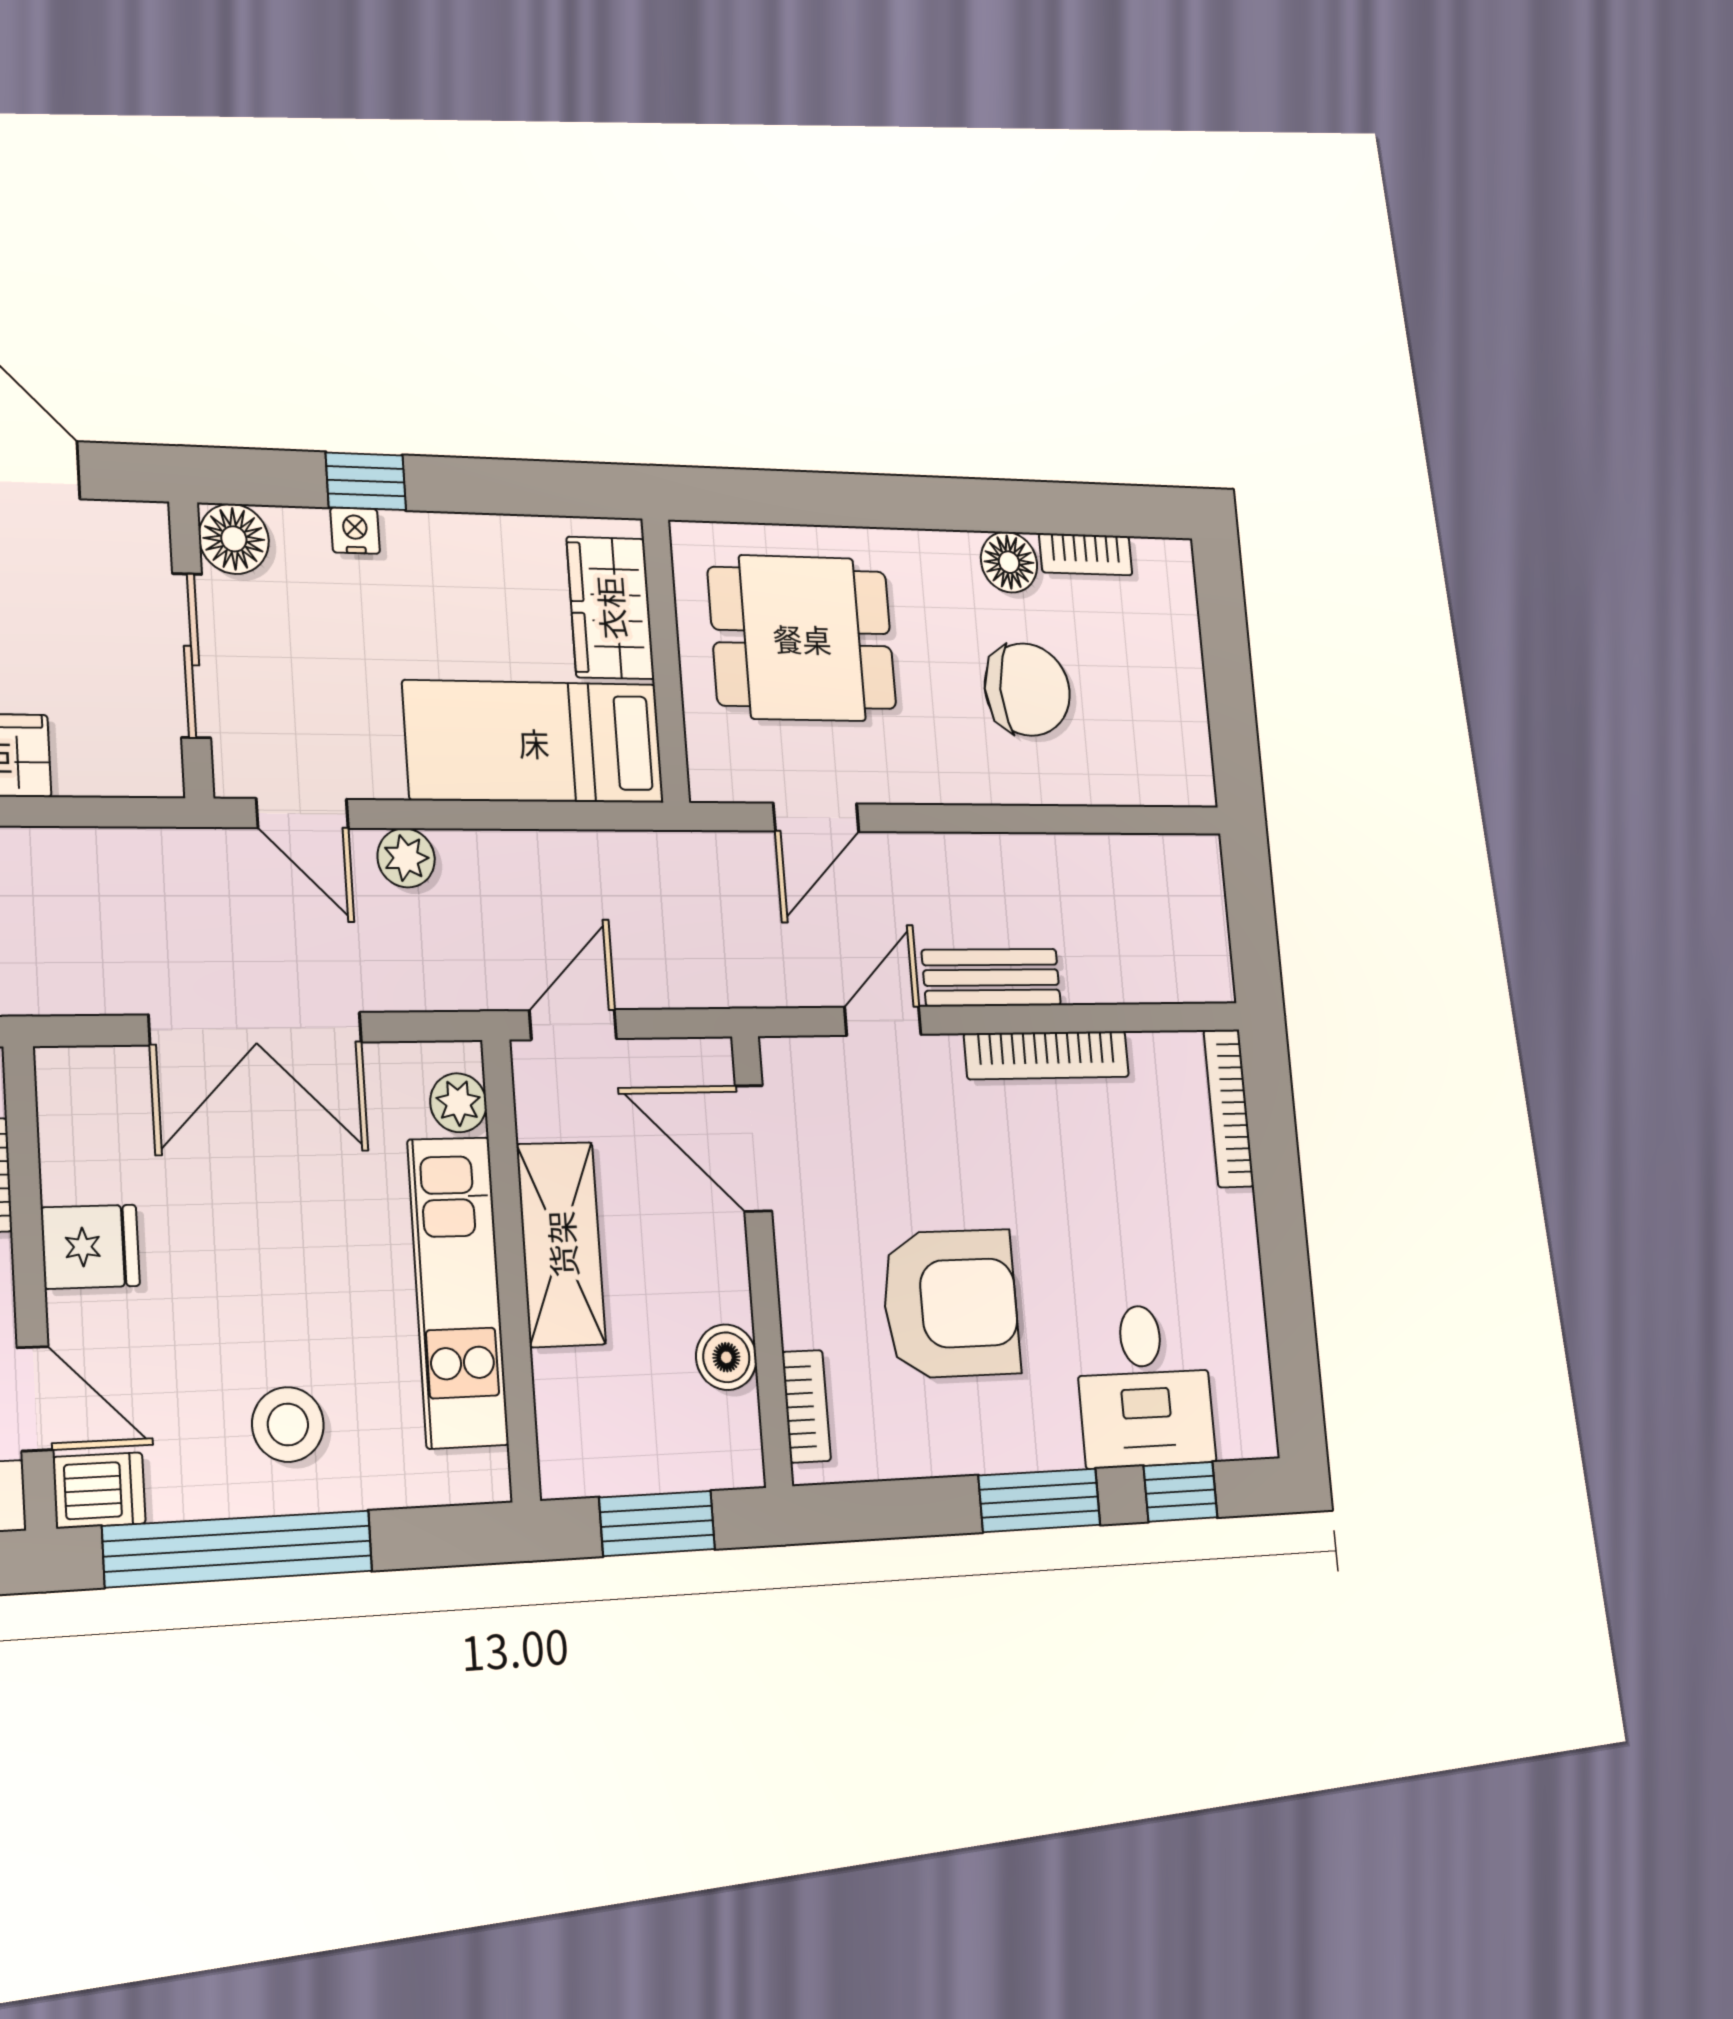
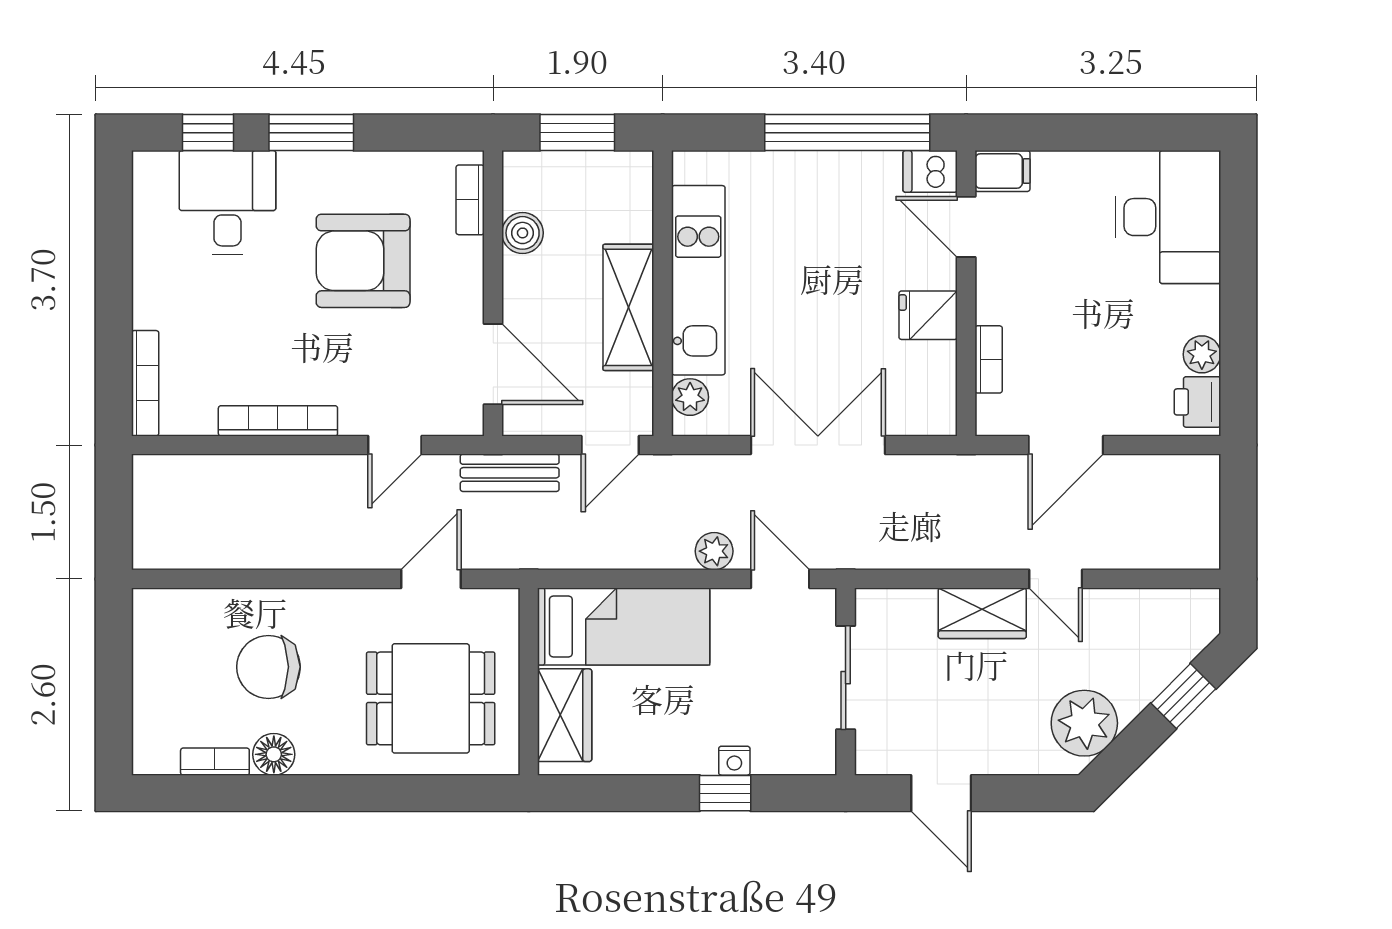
floor lamp: (234, 539) -> (814, 753), removed
bench: (991, 978) -> (510, 473), moved
stool: (288, 1424) -> (812, 205), removed

